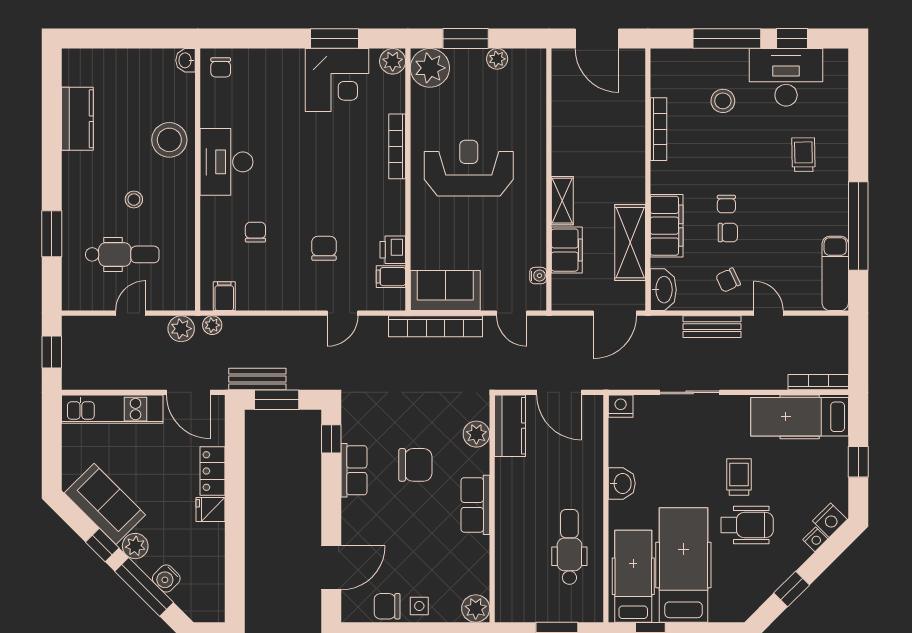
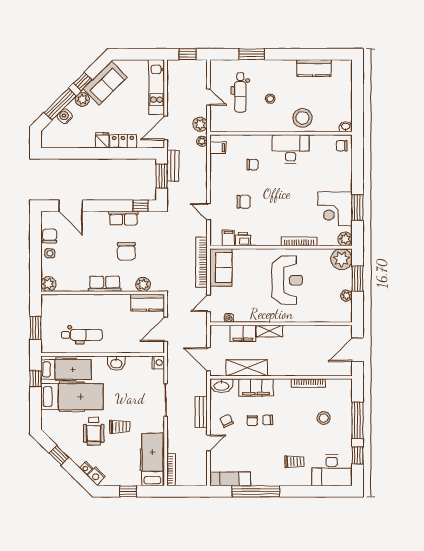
desk: (786, 77) -> (332, 470), moved, turned 90

